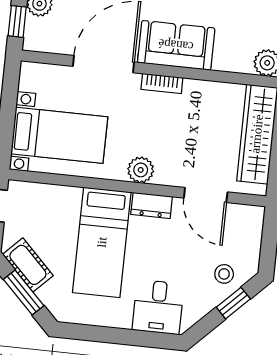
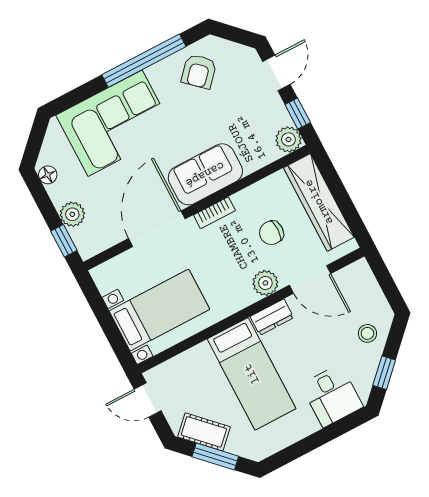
chair: (199, 133) -> (271, 233), added
plant: (141, 170) -> (265, 283), moved
window: (233, 303) -> (384, 373), moved

